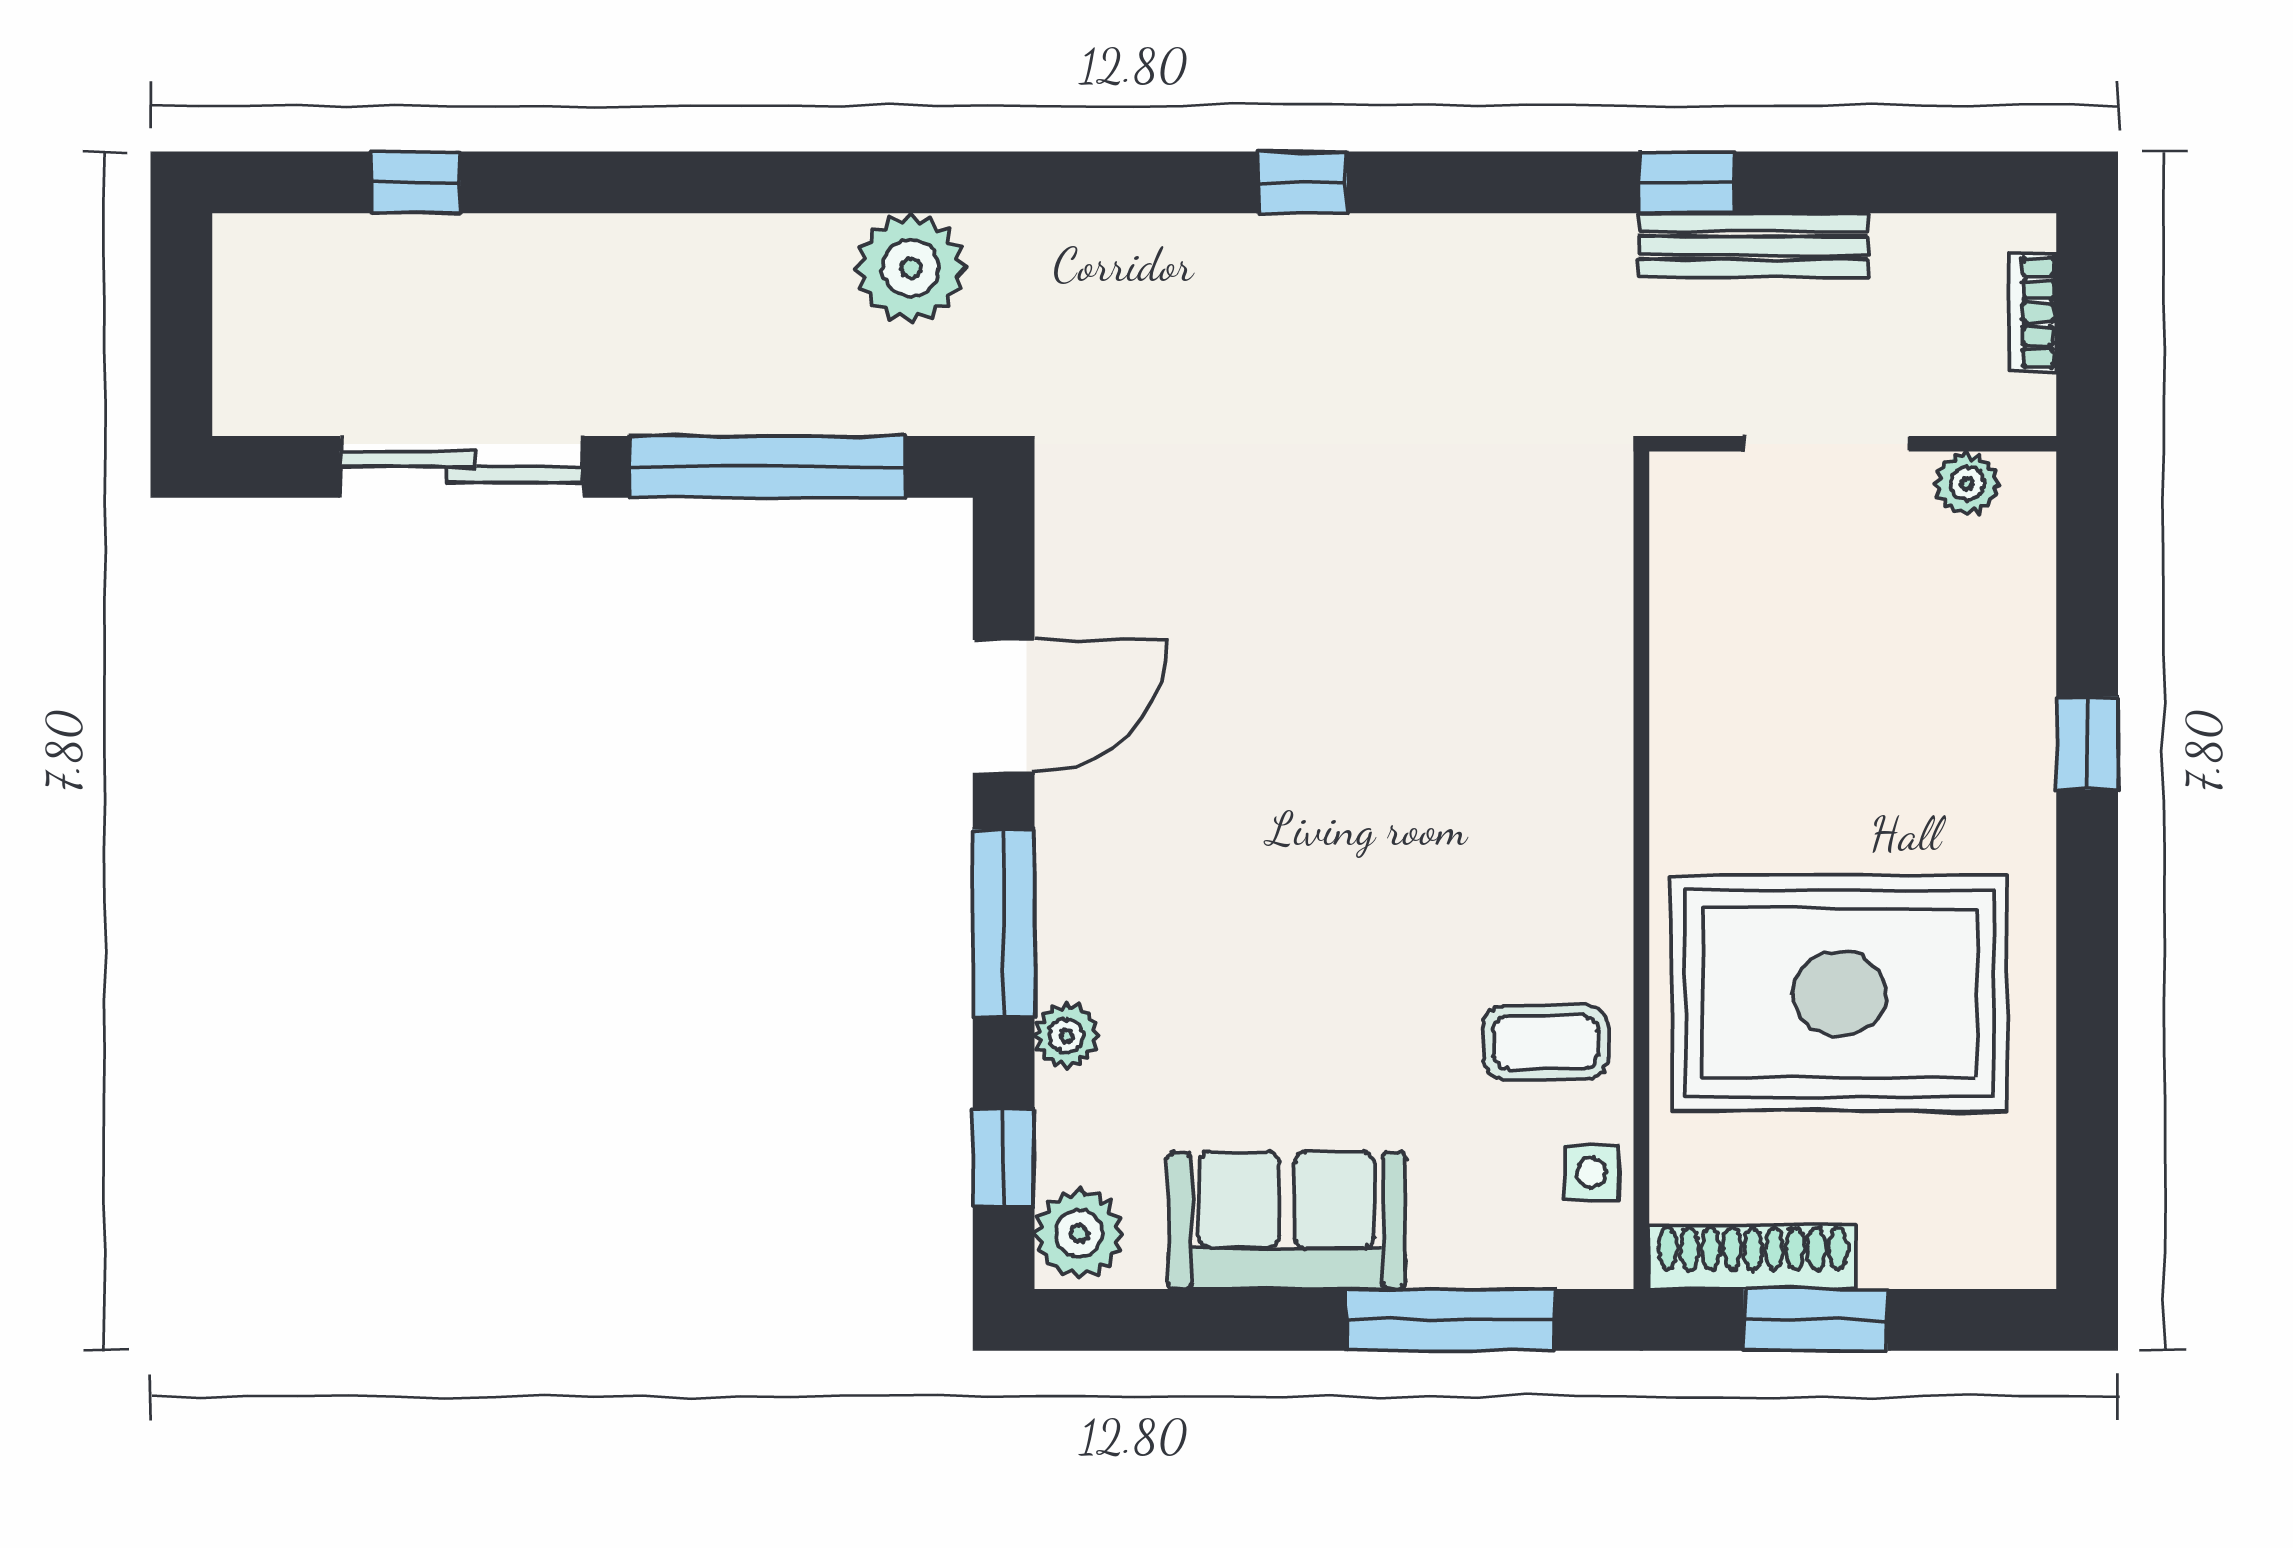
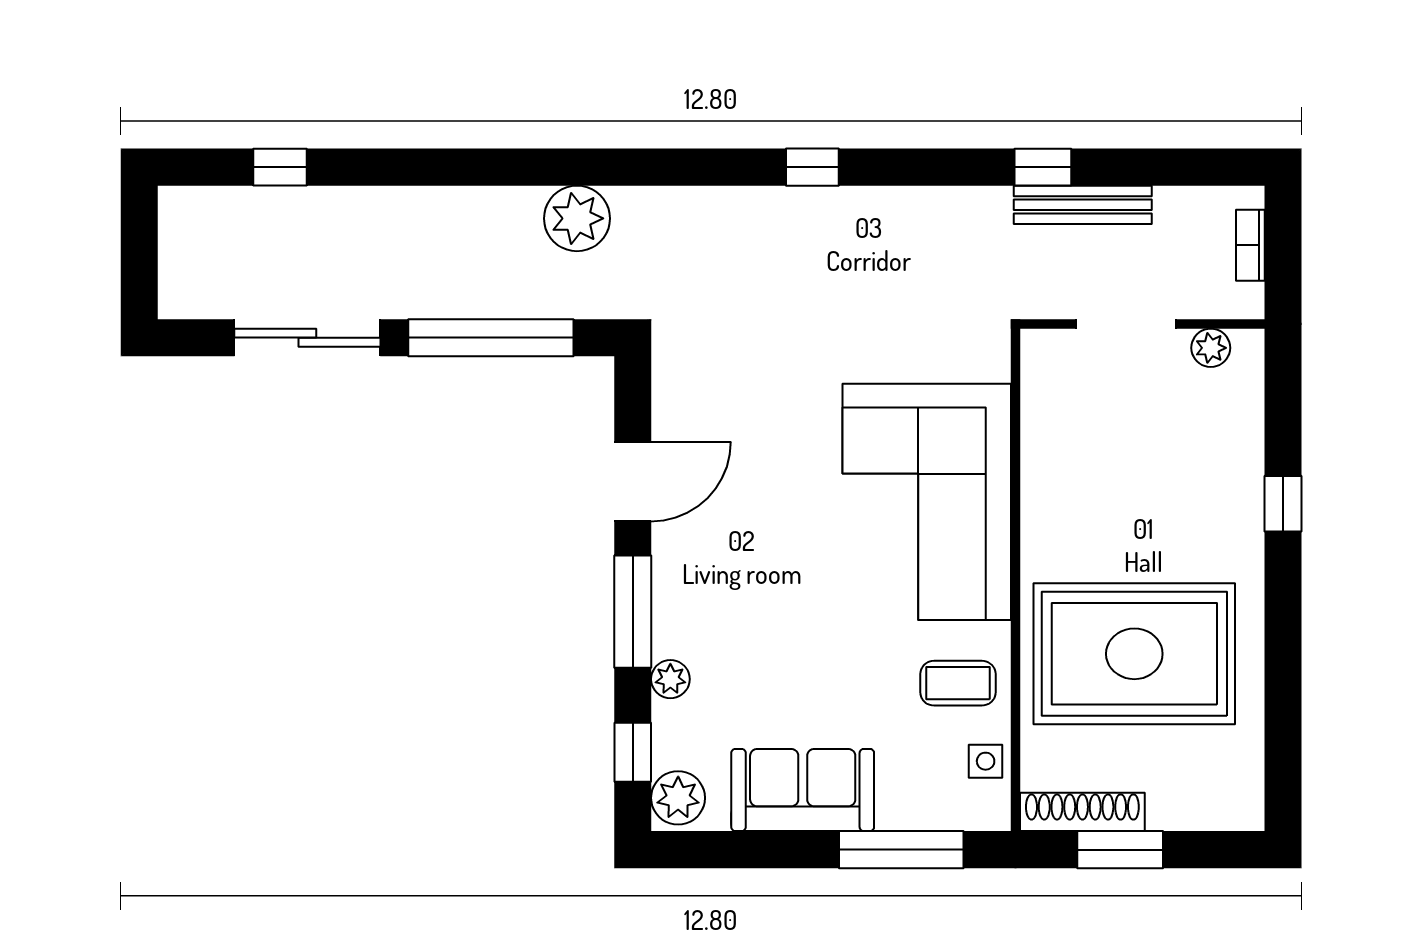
corner sofa: (1493, 740) -> (927, 502), added

